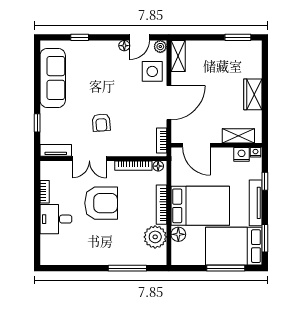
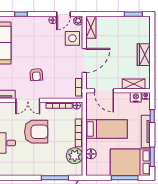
bed: (200, 206) -> (106, 129), width x0.67

